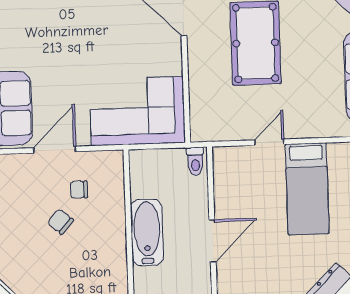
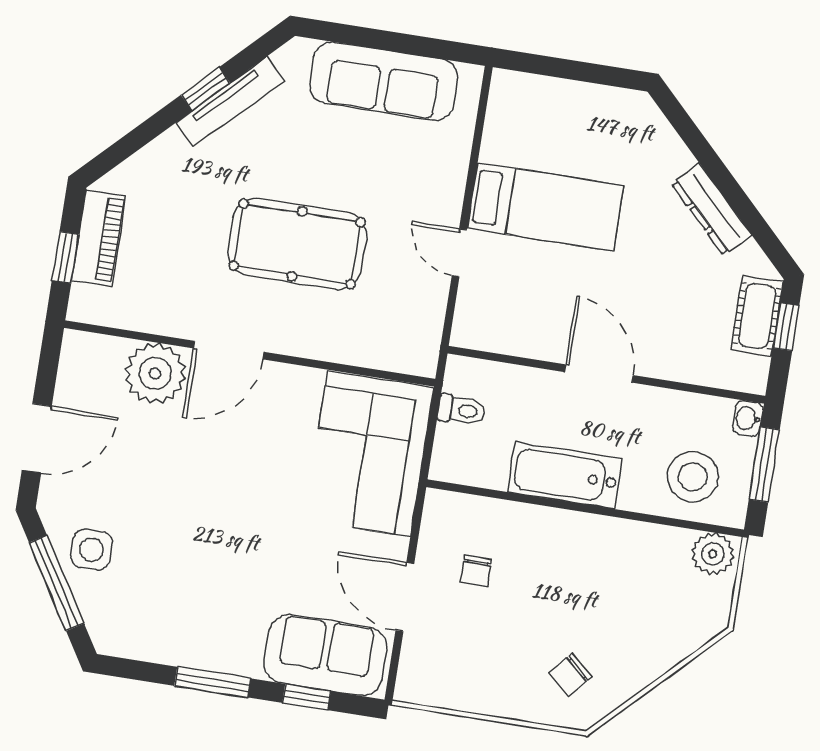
toilet: (195, 161) -> (461, 410), moved
chair: (60, 222) -> (570, 675), moved

